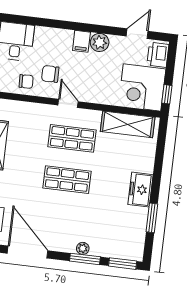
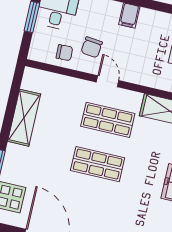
plant: (100, 42) -> (149, 19), removed
chair: (50, 74) -> (92, 47), turned -84

